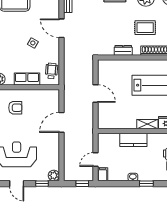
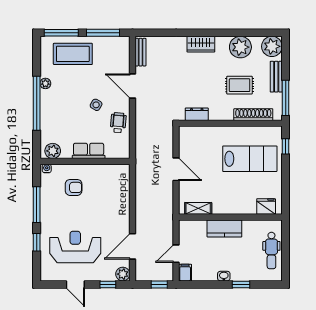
dresser: (123, 50) -> (197, 114), moved
wheelchair: (52, 71) -> (118, 123), moved
door: (61, 122) -> (133, 246), moved
shelving: (147, 124) -> (198, 208), moved

